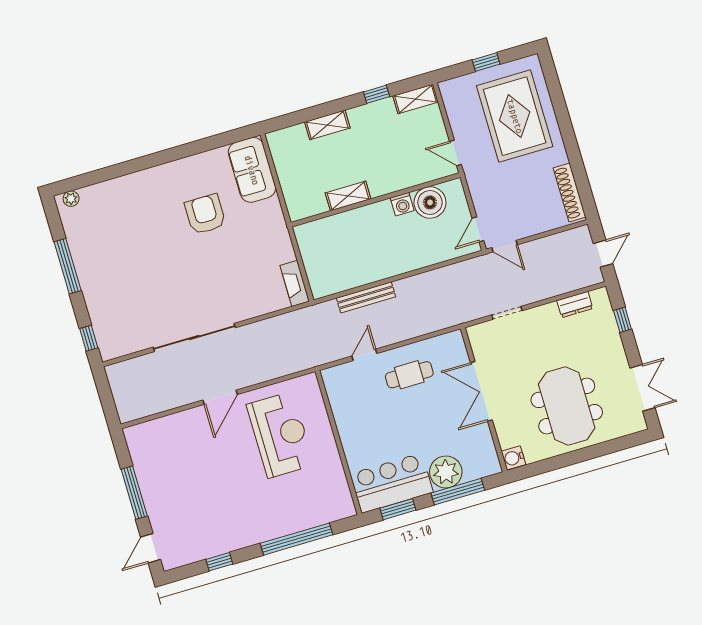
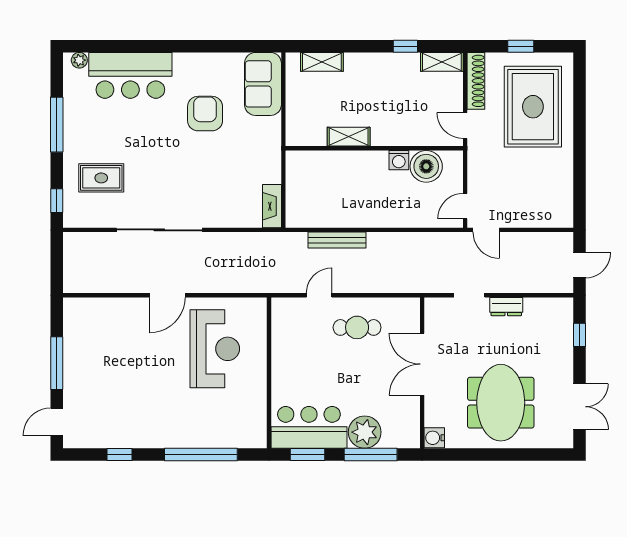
shelving: (327, 125) -> (322, 62), moved
shoe rack: (570, 192) -> (476, 81), moved, turned 180
bar counter: (124, 199) -> (130, 75), added
rug: (125, 304) -> (101, 178), added
dresser: (575, 304) -> (506, 307), moved

